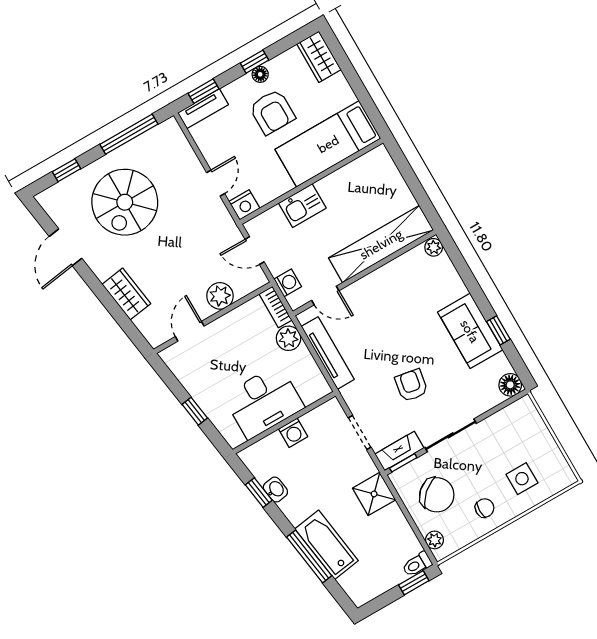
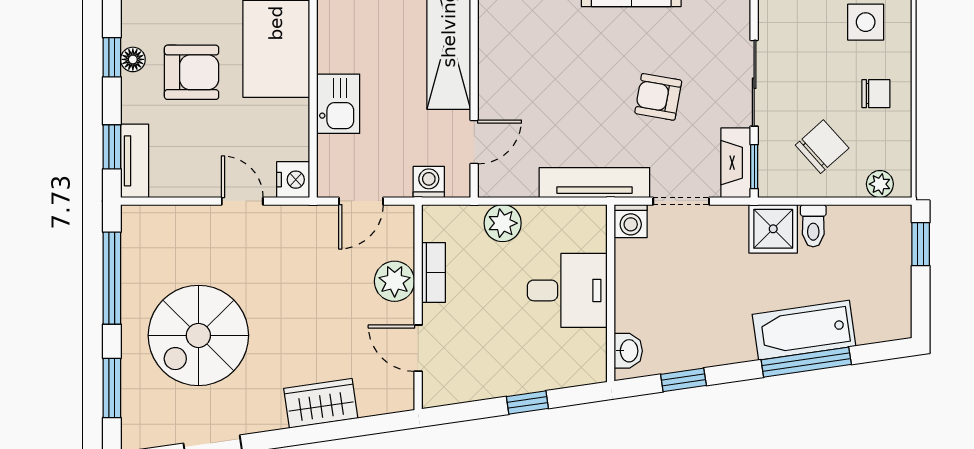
window: (66, 170) -> (112, 388), width x1.50
spiral stairs: (125, 202) -> (198, 335), turned 90
bookcase: (275, 307) -> (434, 272), moved, turned -90
tv unit: (328, 353) -> (594, 183), moved
desk: (264, 402) -> (567, 290), width x0.73
washing machine: (293, 433) -> (631, 221), moved, turned 90
washbasin: (275, 490) -> (628, 351), moved, turned 98
chair: (437, 495) -> (822, 147), width x0.73, depth x0.73
chair: (485, 508) -> (876, 94), turned 90
toilet: (417, 564) -> (813, 226), moved

